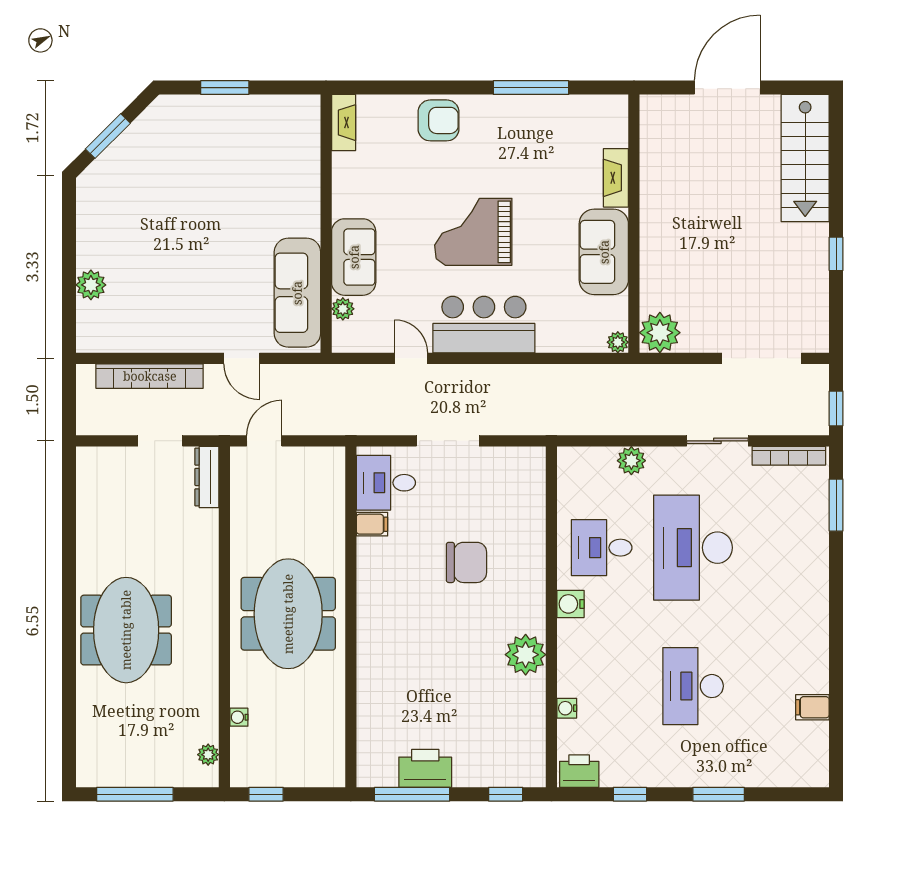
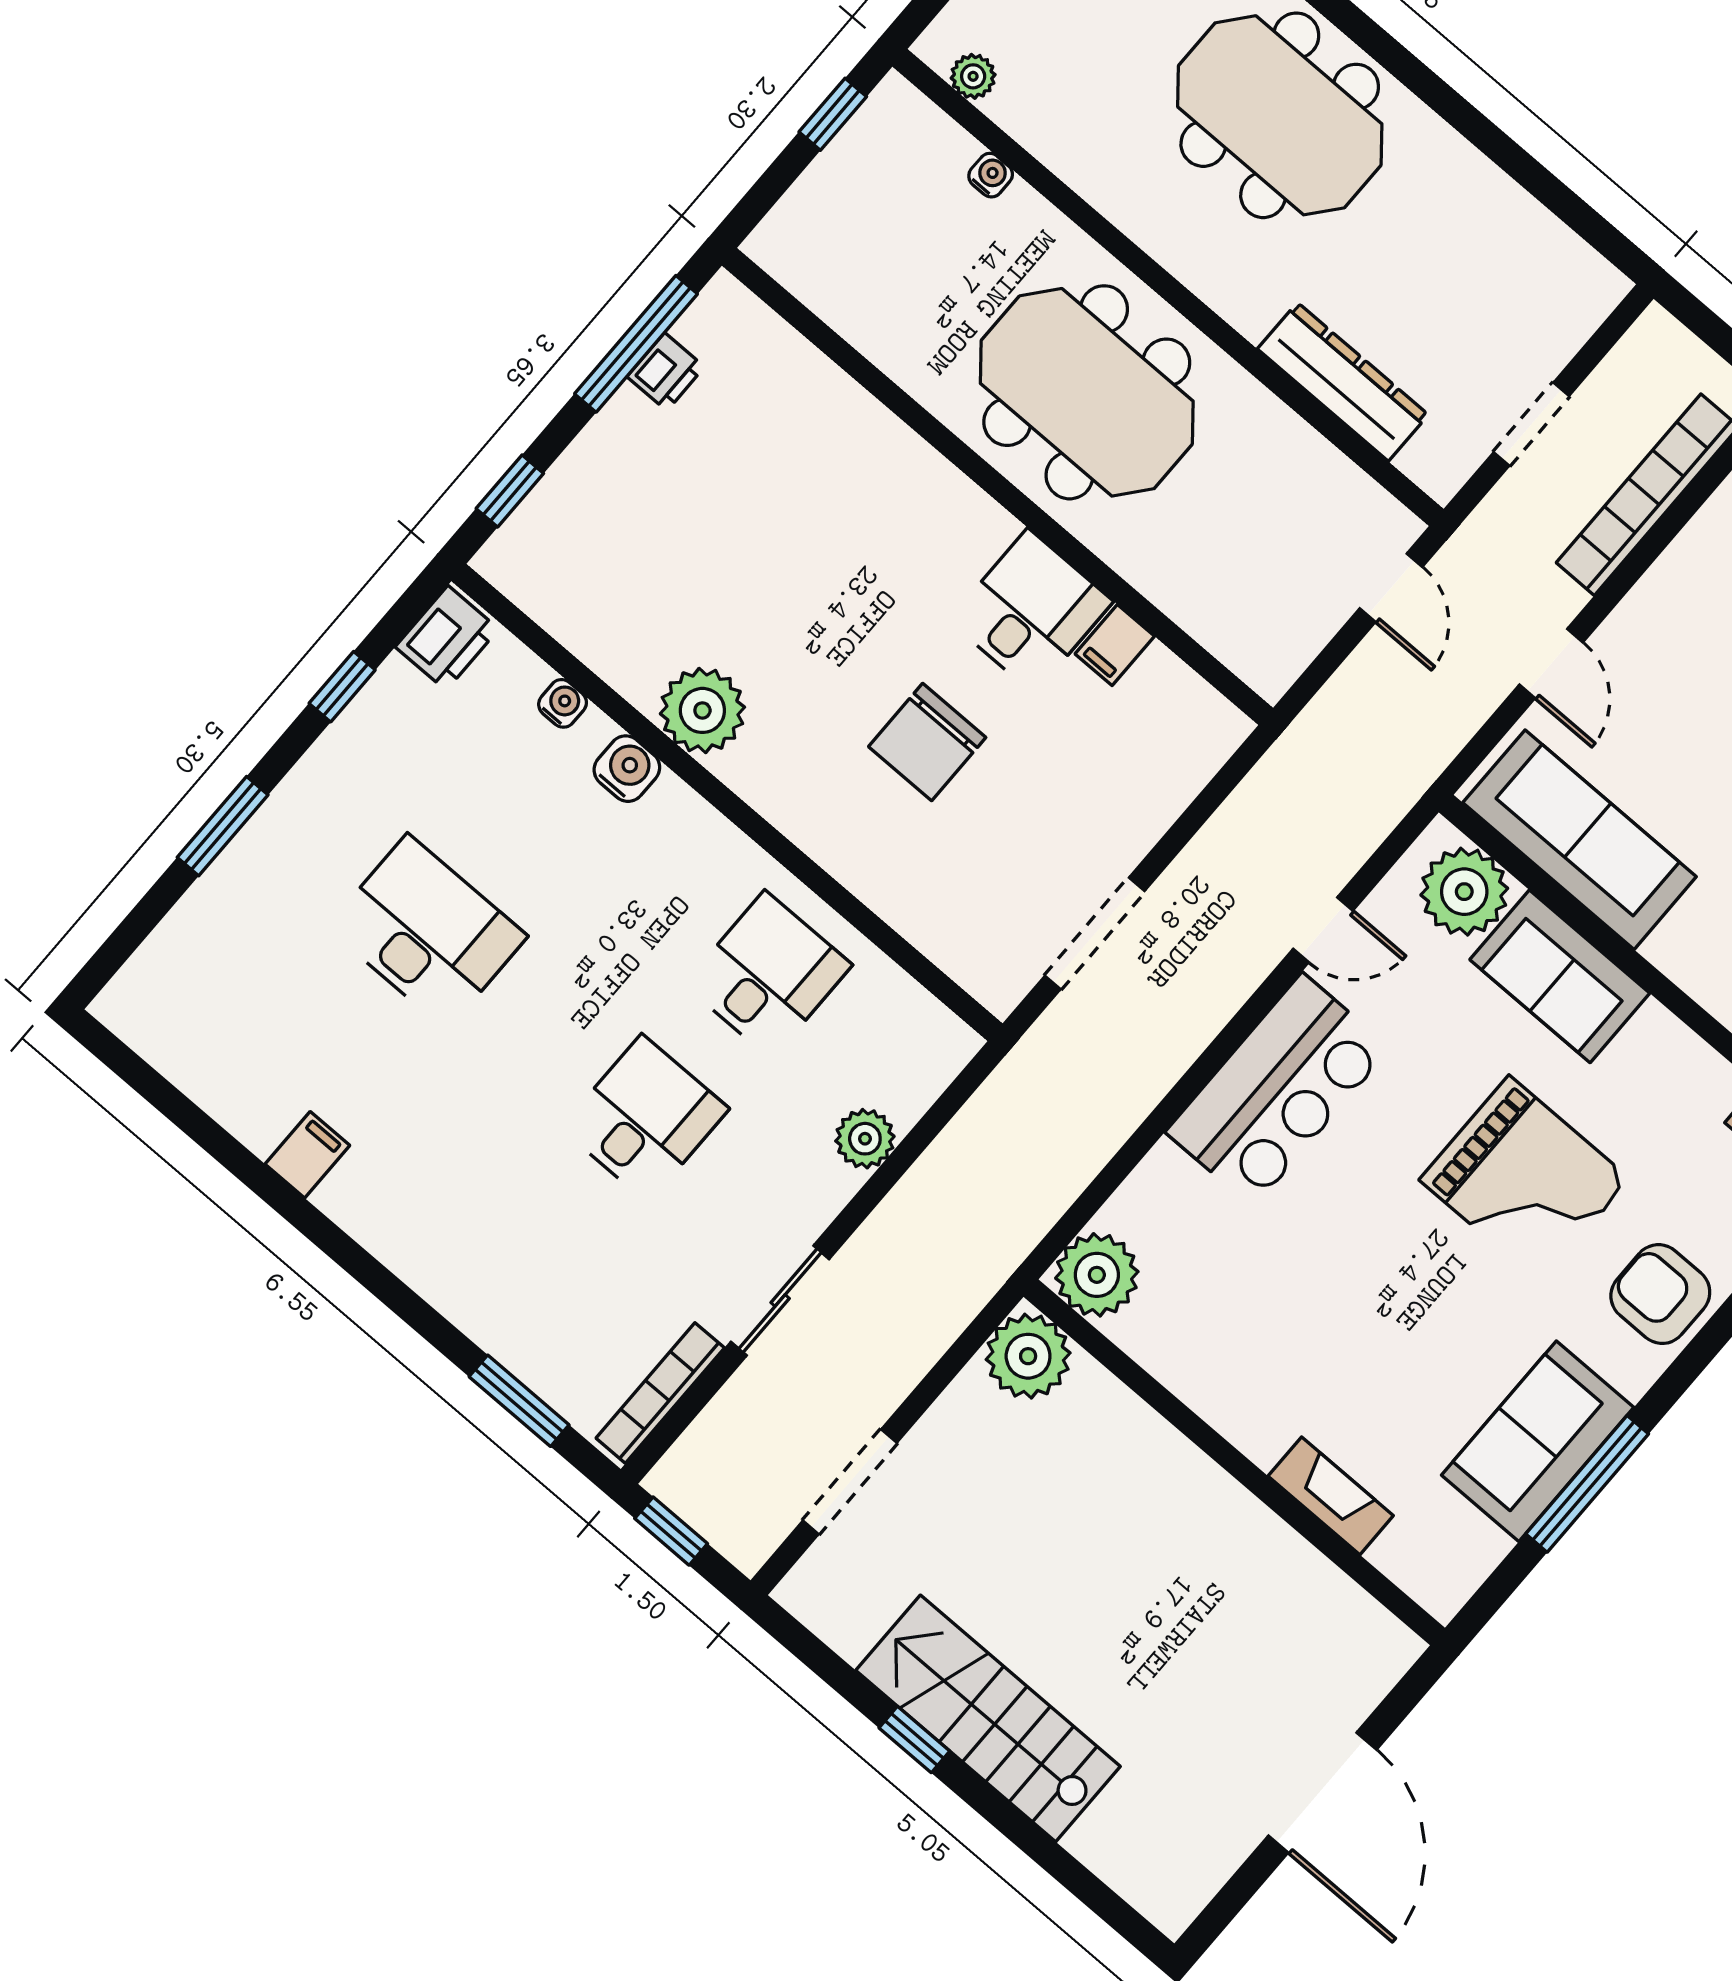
armchair: (439, 120) -> (1660, 1294), turned 90
stairs: (805, 158) -> (988, 1718), moved
grand piano: (473, 232) -> (1525, 1179), moved, turned 90
sofa: (604, 252) -> (1538, 1441), moved, turned -90
plant: (343, 309) -> (1464, 892), width x1.88, depth x1.88
plant: (618, 342) -> (1097, 1275), width x1.88, depth x1.88
door: (242, 358) -> (1551, 664), swing flipped
doorway: (762, 358) -> (850, 1482), width x0.73
doorway: (448, 441) -> (1095, 933), moved
dresser: (207, 477) -> (1343, 382), moved, width x1.37, depth x1.24
desk: (386, 483) -> (1031, 611), moved
desk: (693, 548) -> (645, 1118), width x0.53, depth x0.77
water cooler: (571, 604) -> (627, 769), moved
filing cabinet: (812, 707) -> (307, 1155), moved
printer: (425, 768) -> (666, 372), width x0.53, depth x0.68

